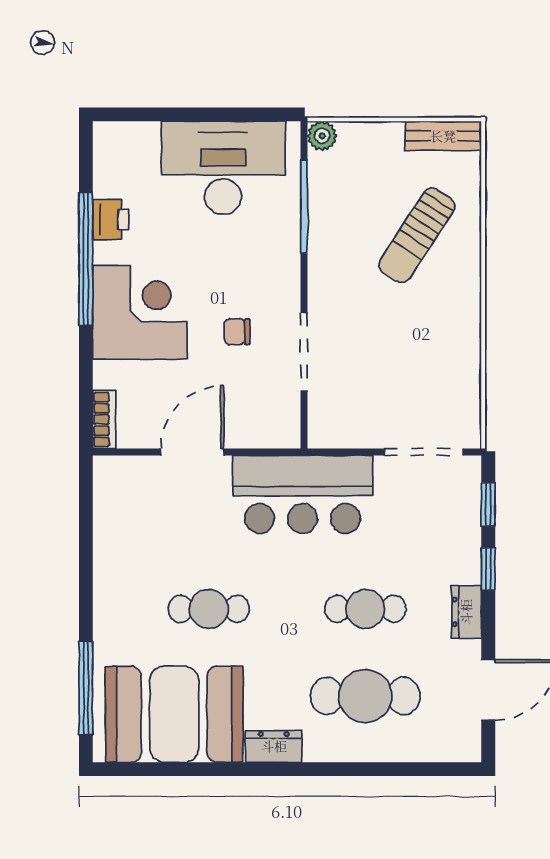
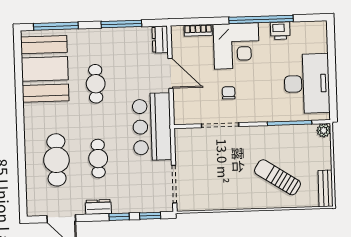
bookcase: (104, 420) -> (198, 30), moved
window: (86, 551) -> (121, 24), added
dresser: (274, 746) -> (160, 39), moved, turned 180

